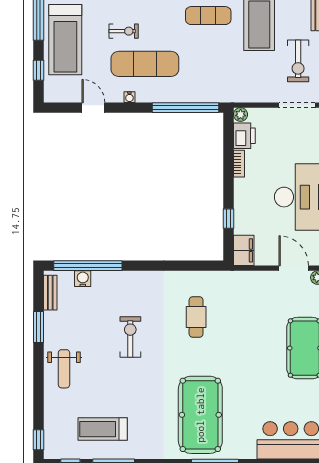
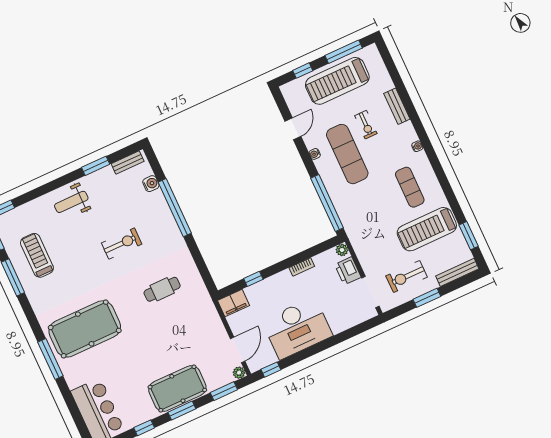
printer: (244, 136) -> (348, 271), moved, turned 90
window: (88, 266) -> (175, 208), moved

